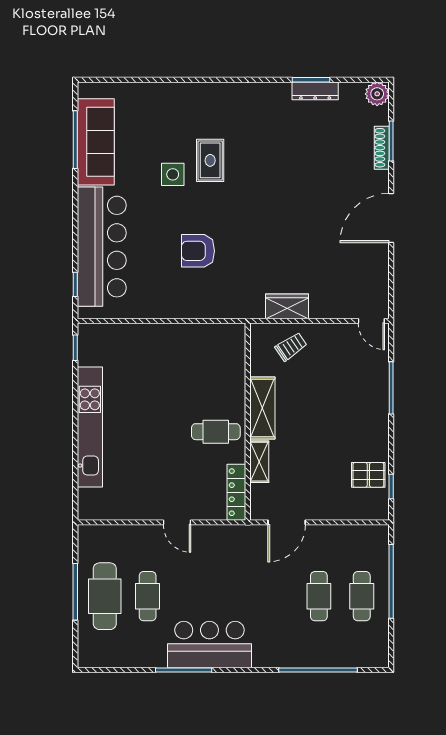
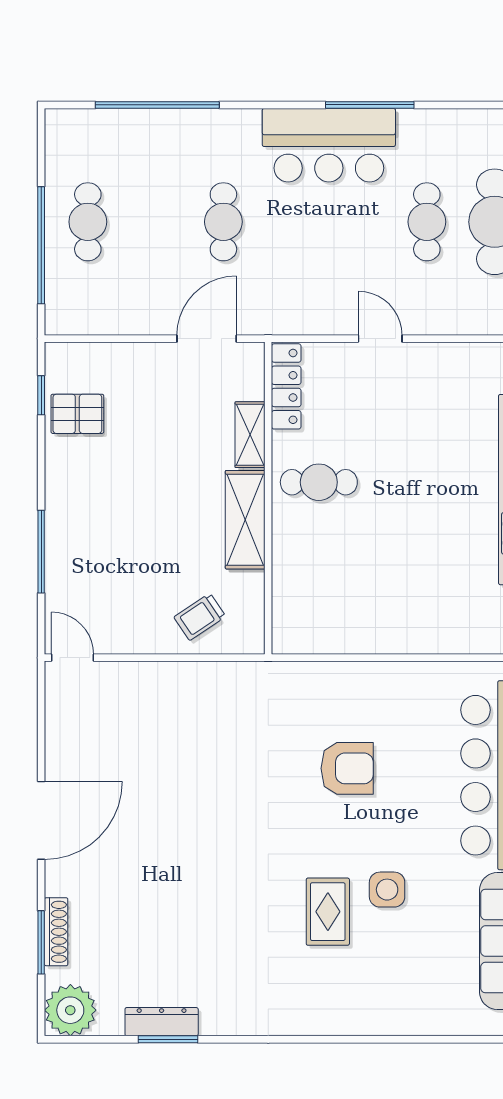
plant: (377, 94) -> (70, 1010), width x1.36, depth x1.36
wardrobe: (287, 306) -> (206, 681), removed
cafe table: (319, 596) -> (223, 222), moved

